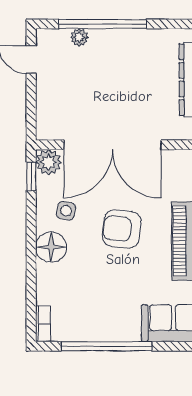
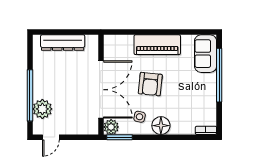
plant: (79, 37) -> (42, 109), width x1.88, depth x1.88
window: (31, 177) -> (120, 137), width x1.50
window: (106, 346) -> (219, 75), moved

